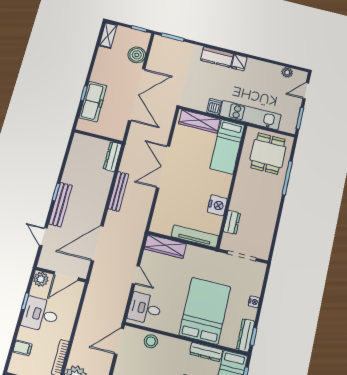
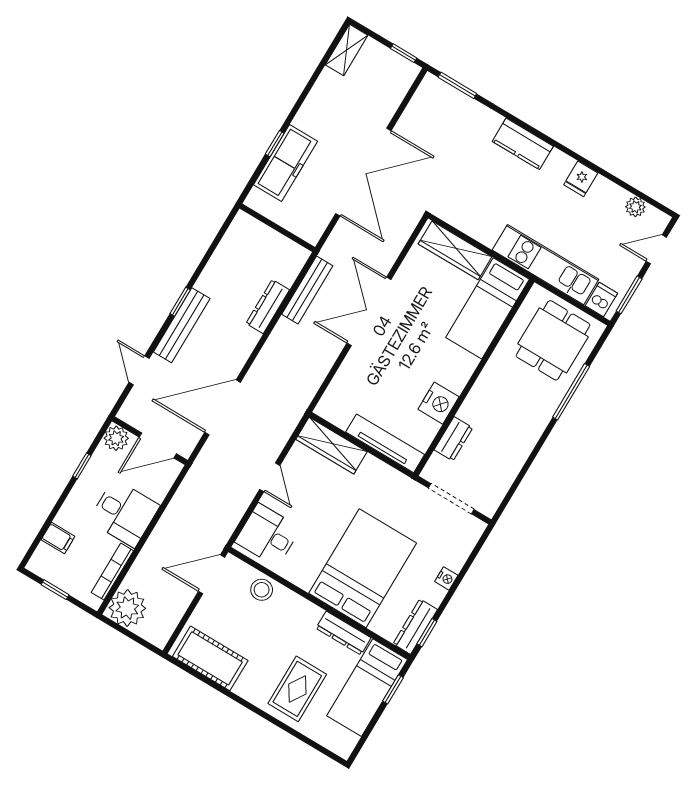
boiler: (137, 55) -> (385, 100), removed
fridge: (239, 63) -> (581, 179), moved
dishwasher: (214, 107) -> (601, 300), moved
dresser: (113, 157) -> (268, 307), moved
bench: (118, 191) -> (307, 290), moved
desk: (40, 314) -> (124, 513), moved, turned 180

